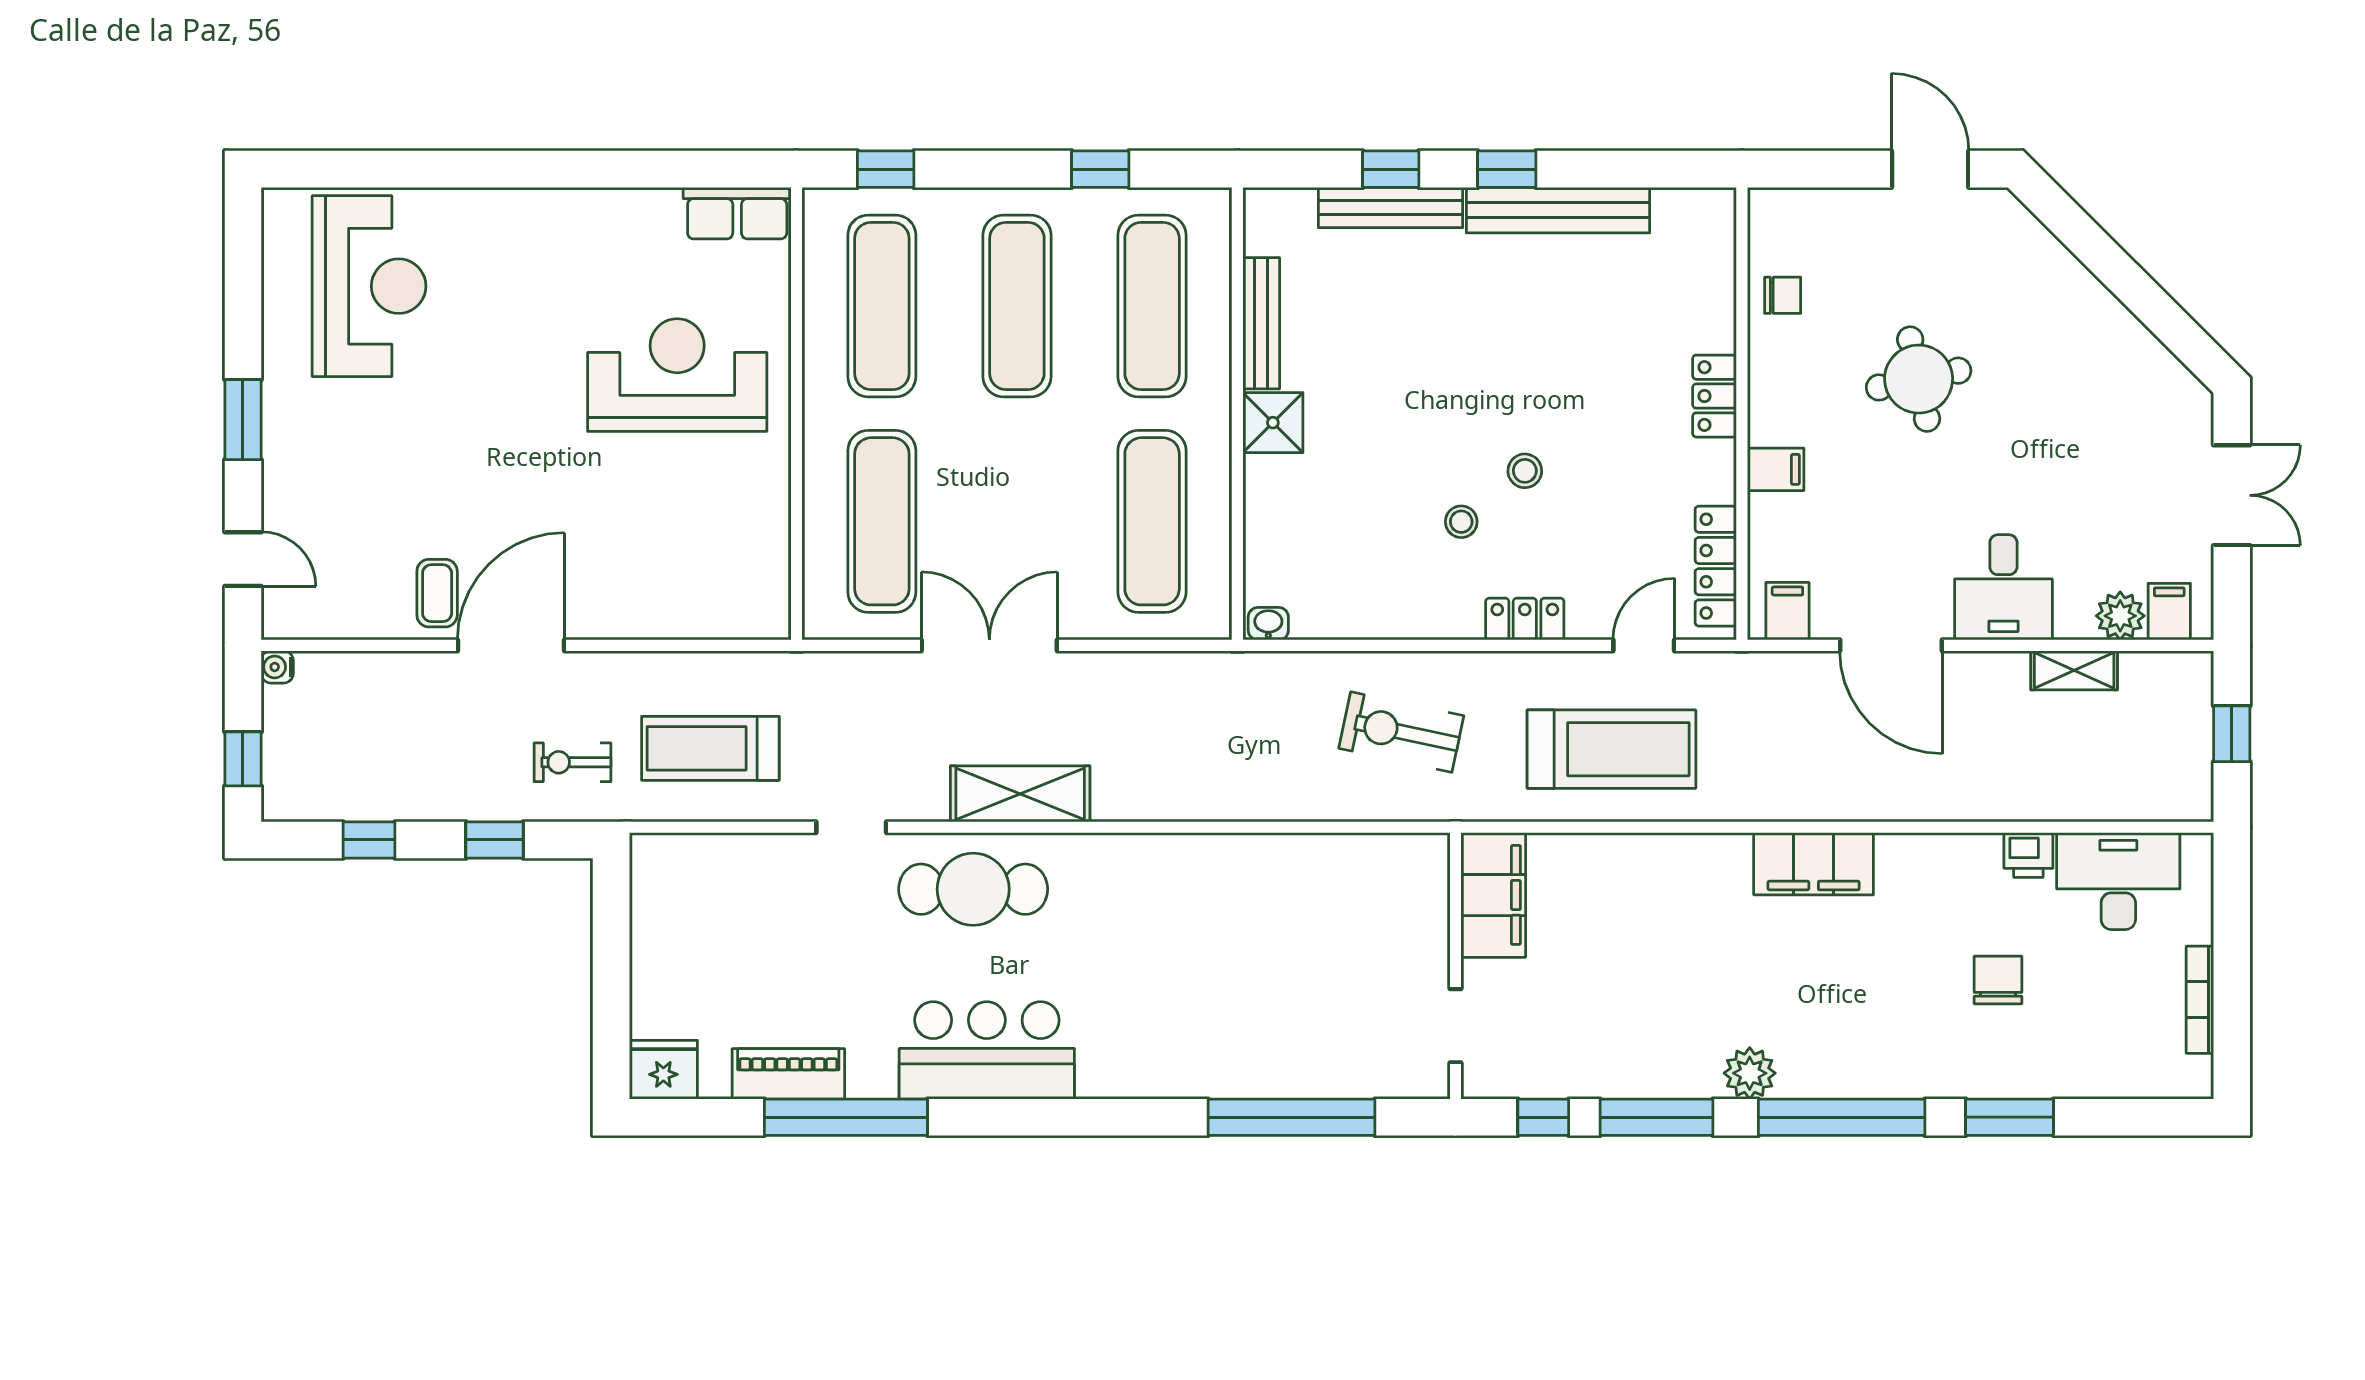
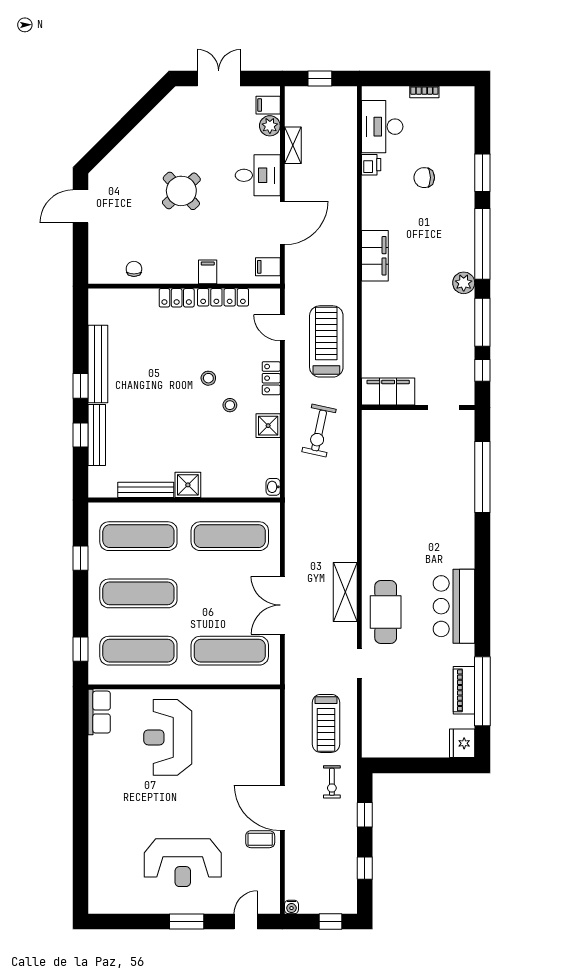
reception desk: (369, 286) -> (183, 863), moved, turned 180
round table: (1919, 379) -> (181, 191), moved, turned -31
locker: (1716, 566) -> (223, 297), moved
shower: (1413, 612) -> (268, 426), added
bookcase: (2200, 1000) -> (424, 92), width x0.64
window: (846, 1117) -> (482, 691), moved

